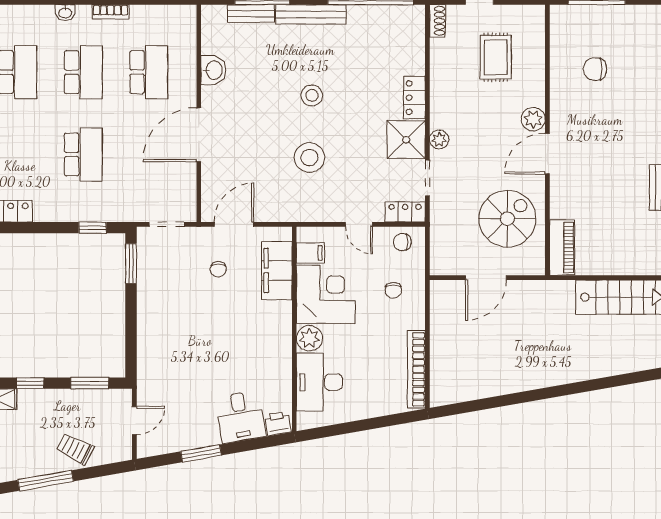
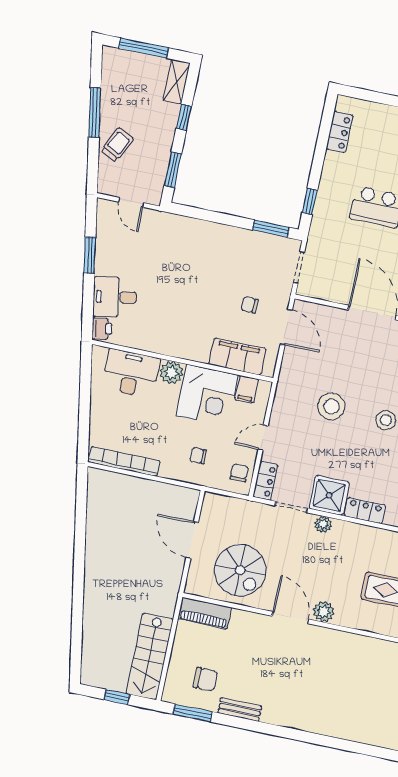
chair: (595, 69) -> (205, 679), moved, turned 90

